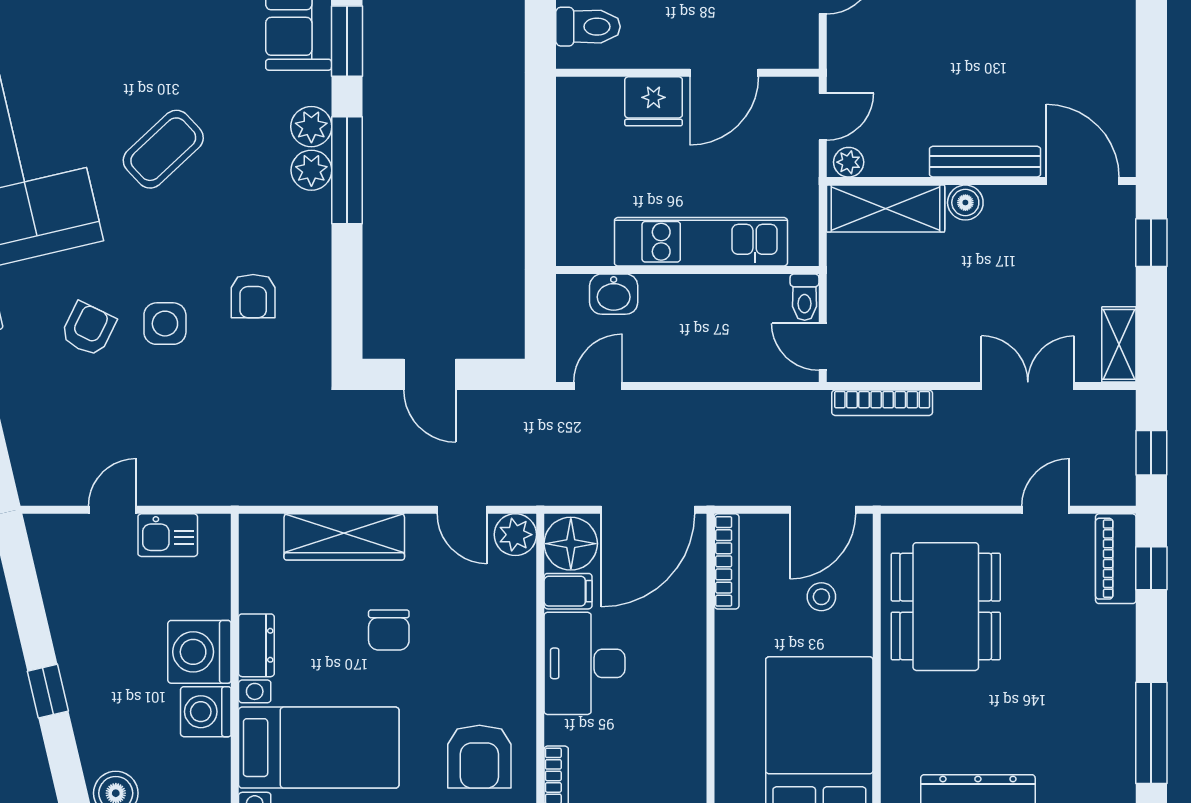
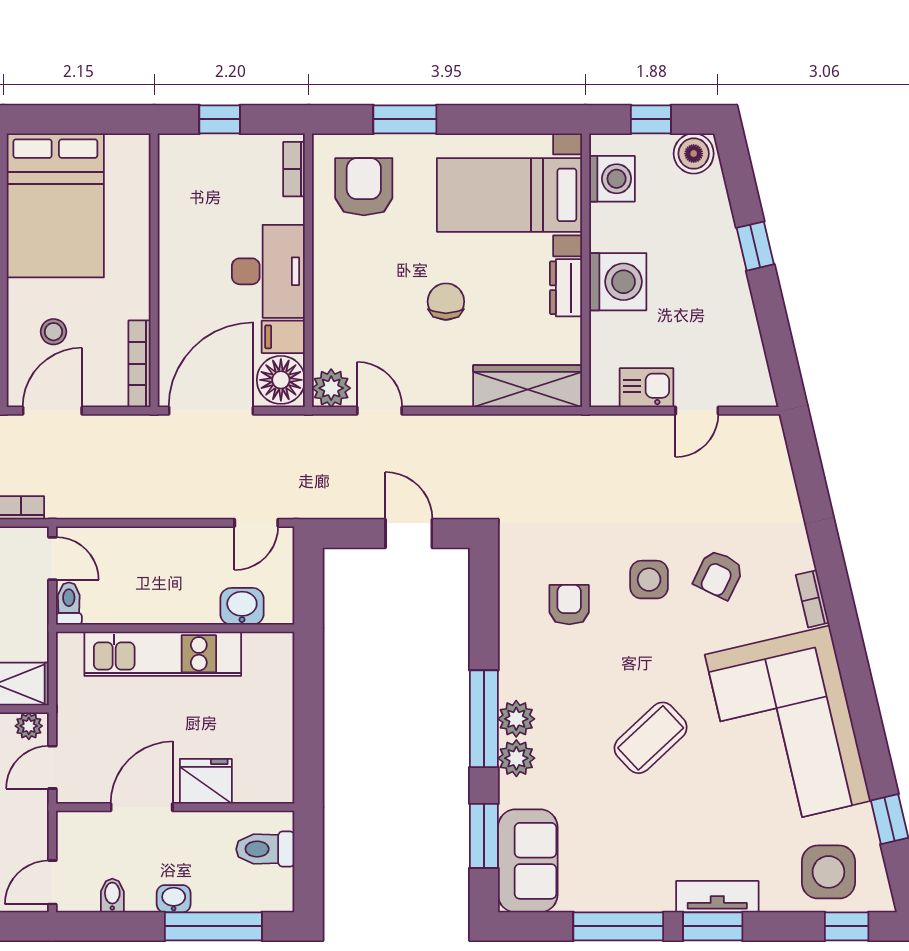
wardrobe: (344, 537) -> (528, 386), moved
washing machine: (206, 712) -> (612, 179), moved

